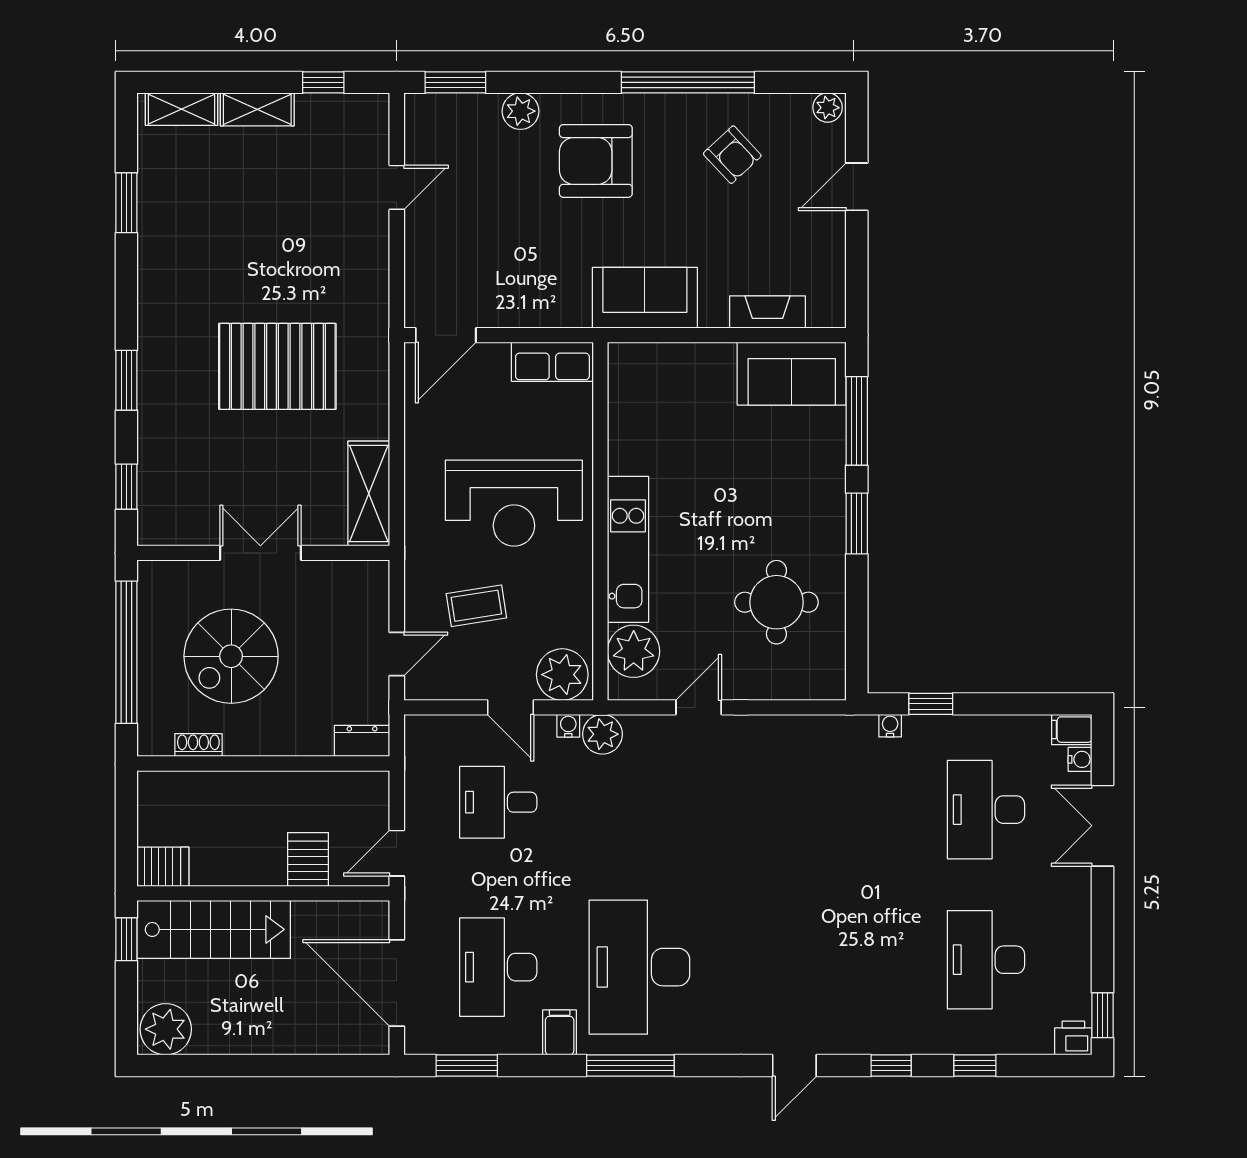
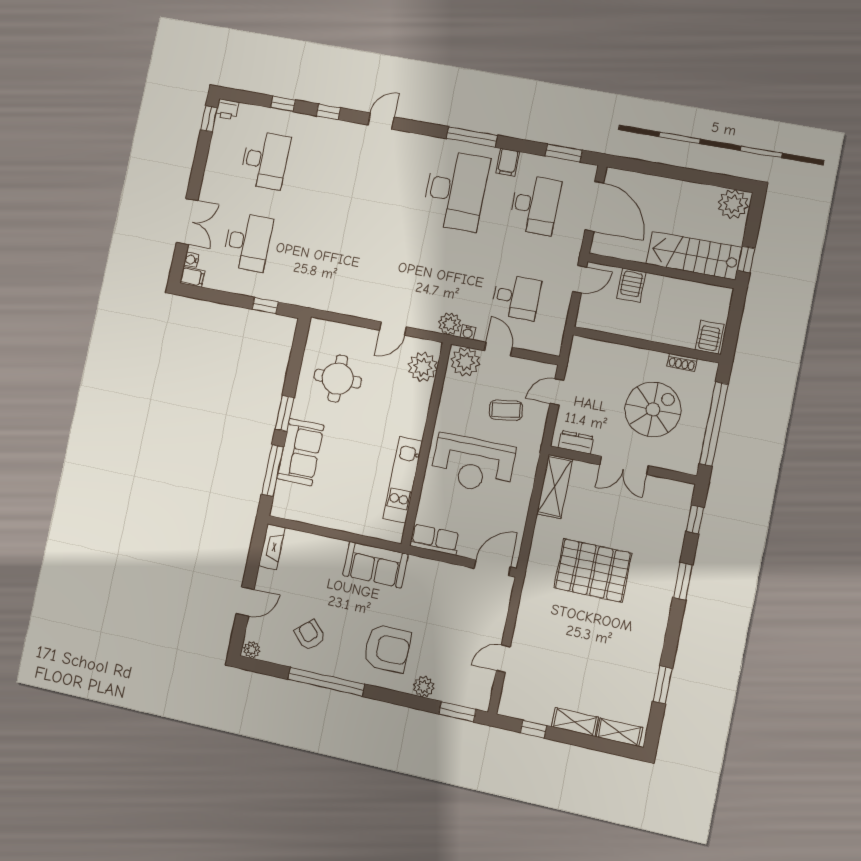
fireplace: (768, 312) -> (272, 547), moved, turned -90
sofa: (792, 374) -> (301, 452), moved, turned 90
reception desk: (514, 503) -> (473, 464), turned 180
kitchen unit: (628, 549) -> (403, 480), moved
water cooler: (890, 726) -> (290, 298), removed
dresser: (362, 741) -> (576, 442), moved, turned 180
server rack: (163, 867) -> (710, 337), moved, turned 90

